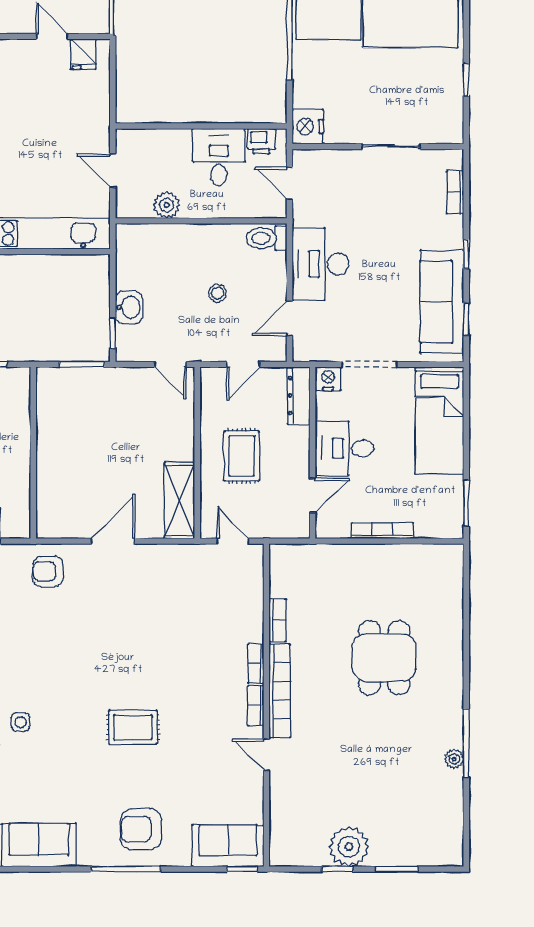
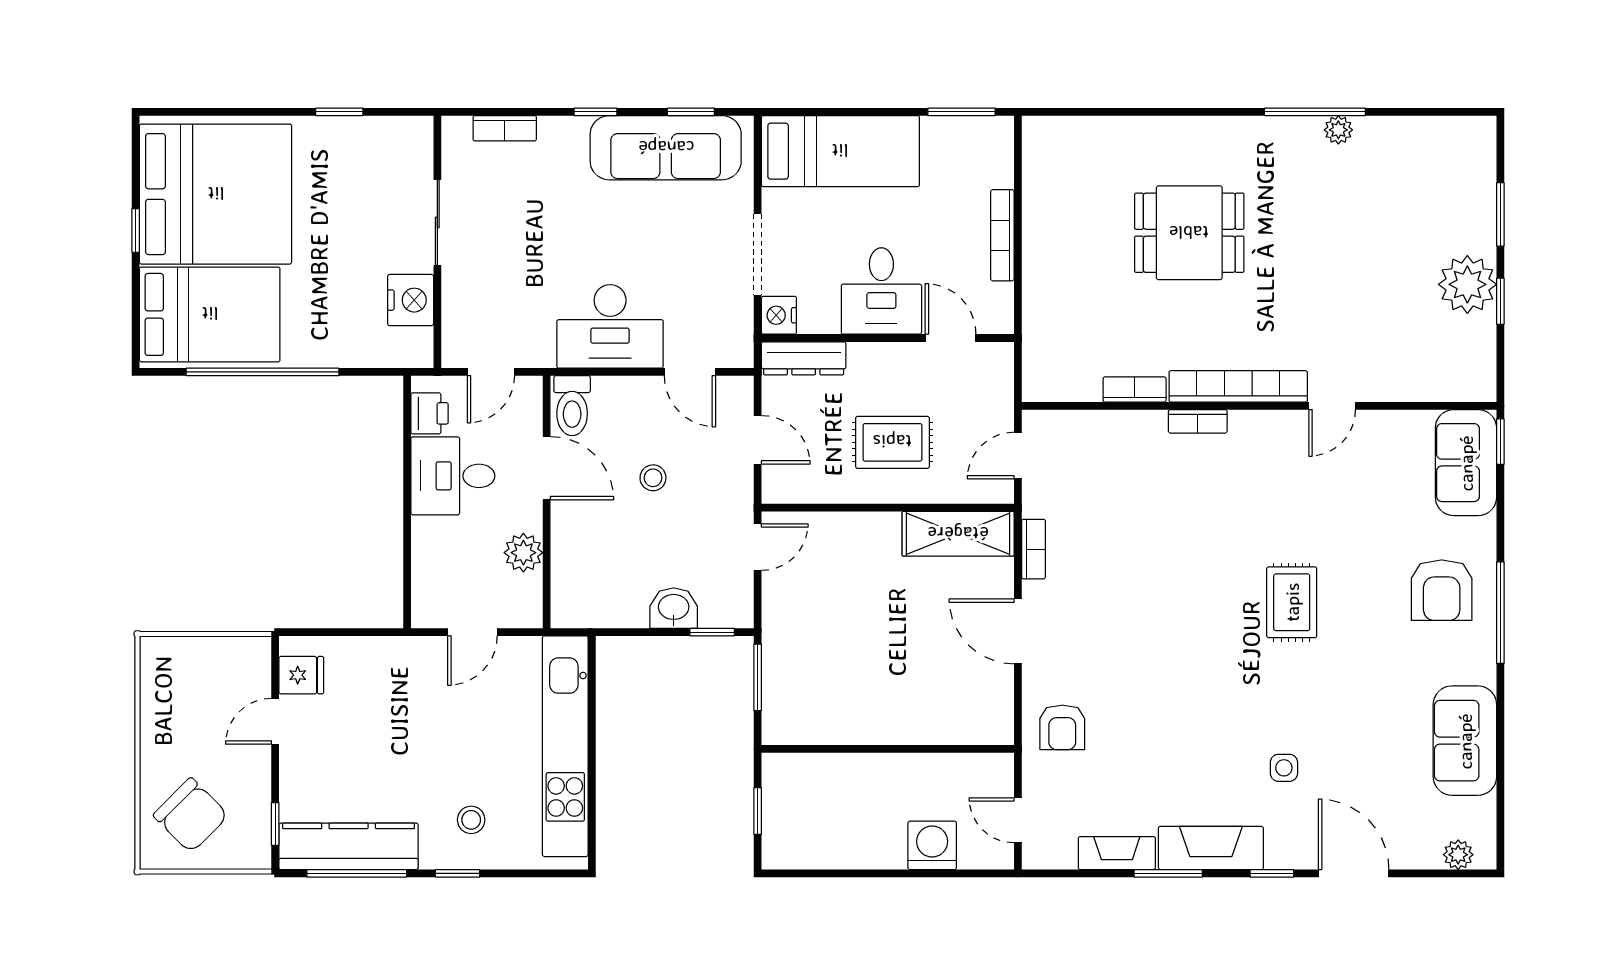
nightstand: (308, 127) -> (411, 300), moved, turned -90
door: (224, 221) -> (547, 468), added
bookcase: (256, 706) -> (1033, 549), moved, turned -90

